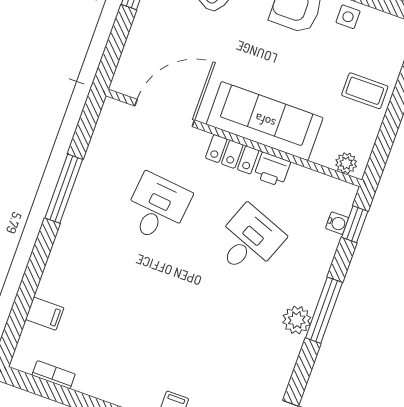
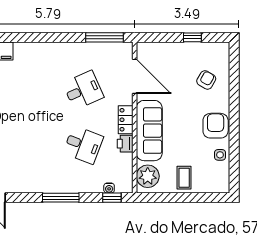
plant: (346, 163) -> (148, 176), width x1.88, depth x1.88
window: (64, 189) -> (104, 37), moved
desk: (157, 208) -> (83, 90), turned -30
plant: (297, 320) -> (50, 185), removed

